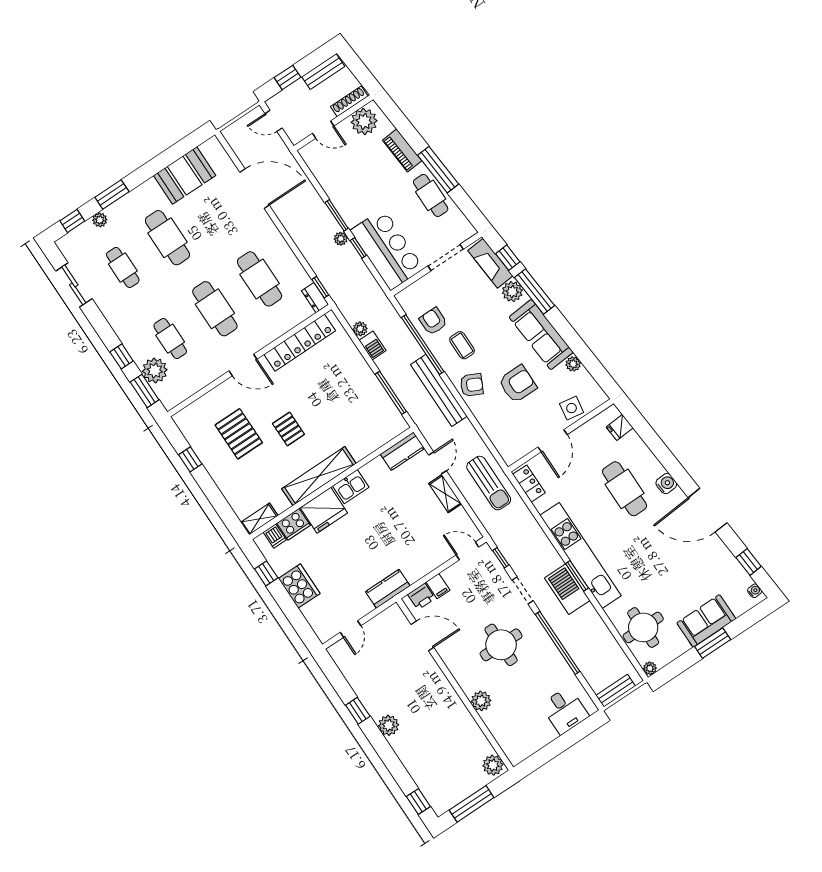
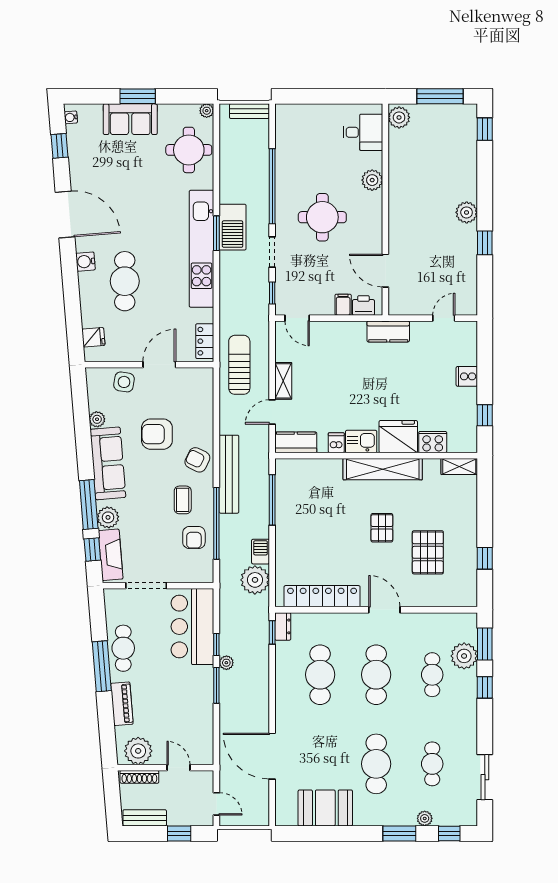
plant: (360, 329) -> (255, 580), width x1.88, depth x1.88
dishwasher: (275, 536) -> (336, 443), moved
cooker: (299, 586) -> (467, 376), width x0.53, depth x0.76
desk: (565, 710) -> (363, 132), moved, turned 90

